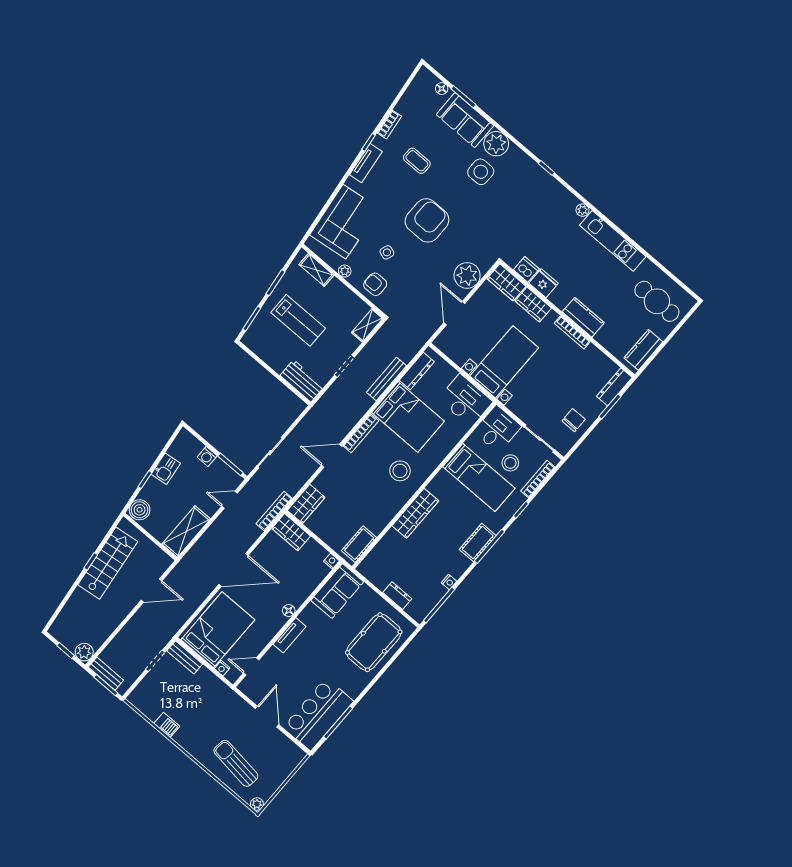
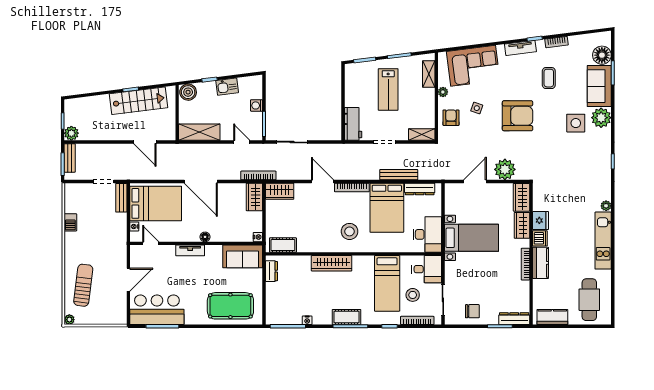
floor lamp: (442, 89) -> (602, 55), width x1.89, depth x1.89
dishwasher: (526, 269) -> (540, 238), moved
dresser: (397, 596) -> (271, 271), moved

